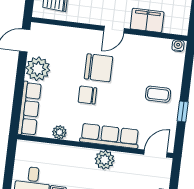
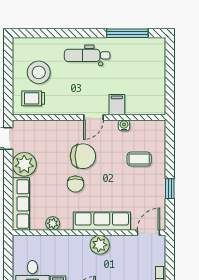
filing cabinet: (147, 20) -> (117, 105), width x0.50
water cooler: (178, 46) -> (124, 125), moved
coffee table: (158, 94) -> (139, 159), moved
chair: (87, 95) -> (75, 184), turned -90

